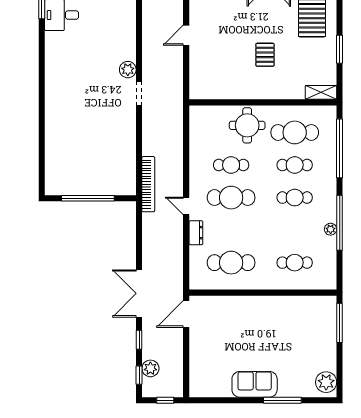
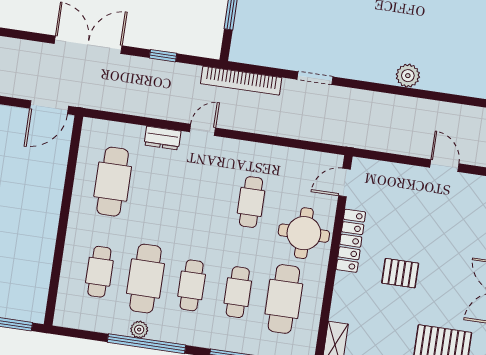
locker: (248, 92) -> (351, 241), added
doorway: (139, 94) -> (315, 78), moved
door: (208, 102) -> (345, 183), added
cafe table: (231, 198) -> (145, 279), moved
door: (186, 314) -> (49, 107), swing flipped
window: (139, 340) -> (163, 56), moved

